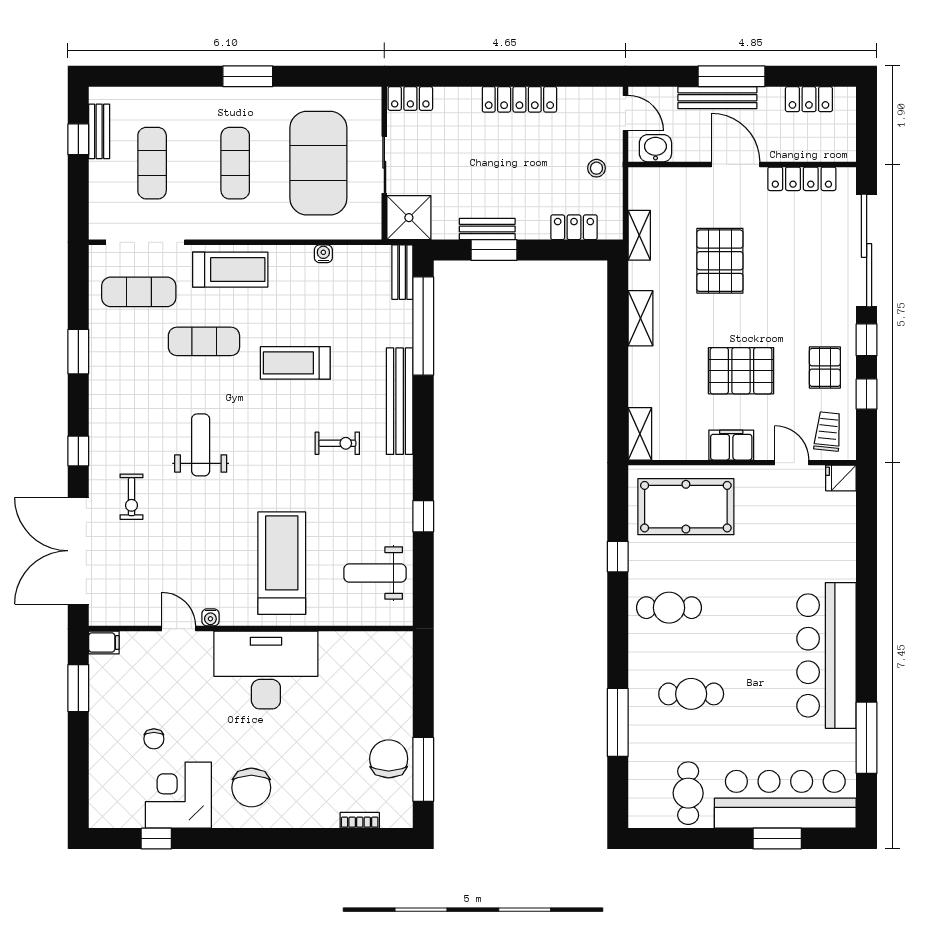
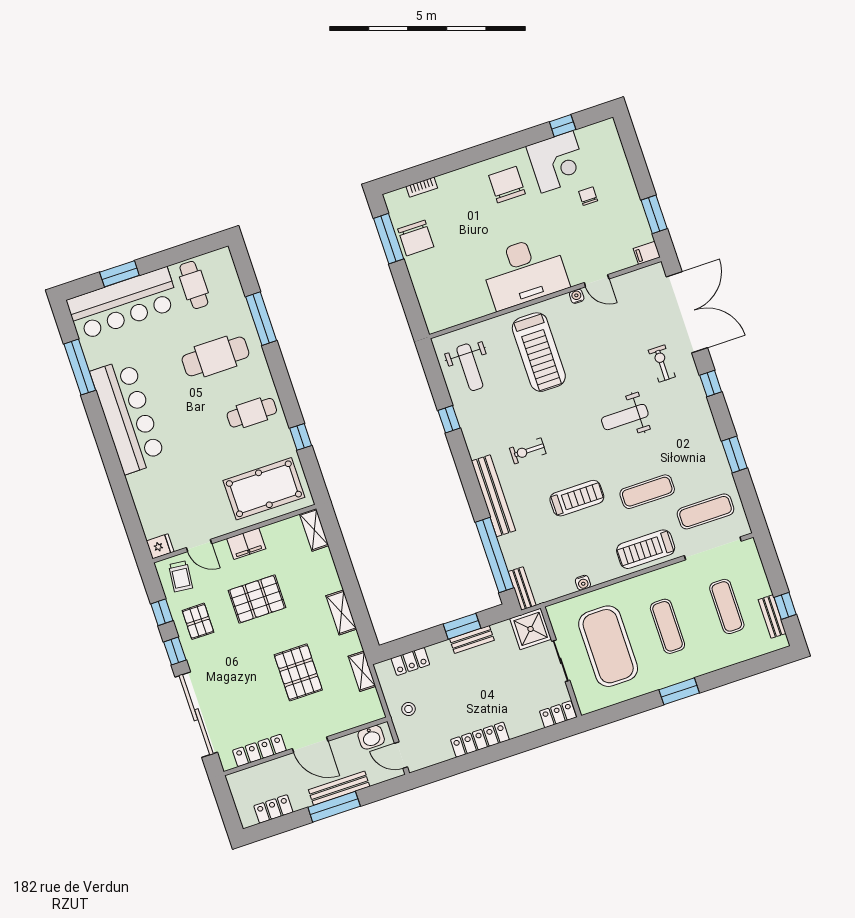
weight bench: (201, 445) -> (625, 417), turned 90
weight bench: (375, 573) -> (470, 367), turned 90
cafe table: (691, 694) -> (215, 356), width x1.37, depth x1.35

